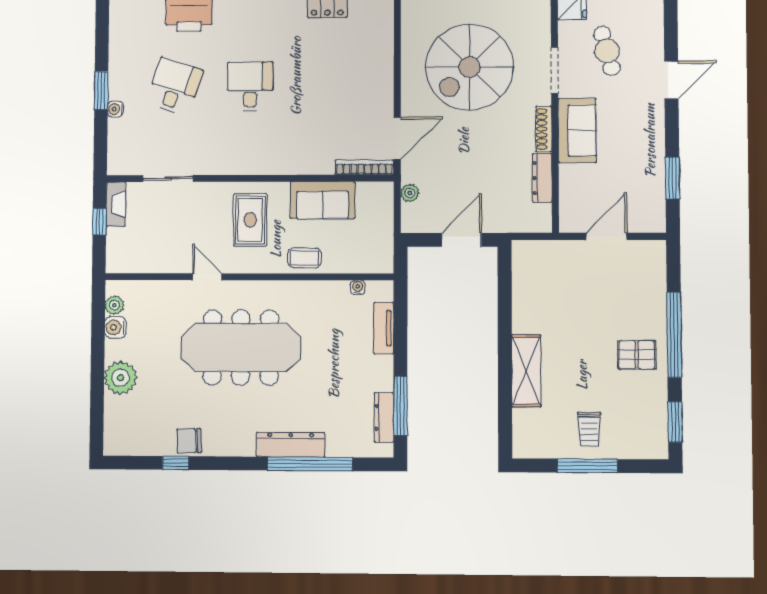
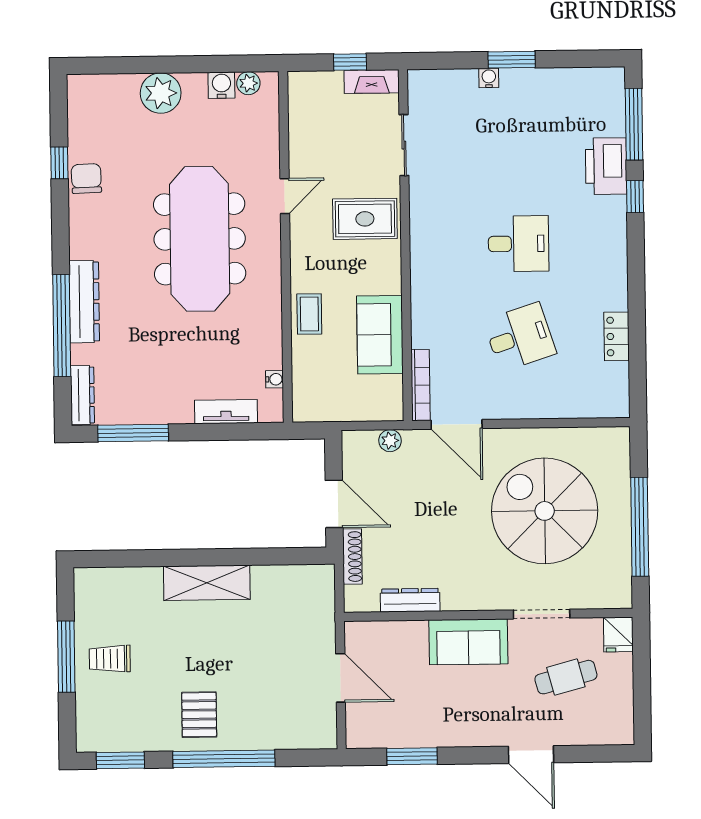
desk: (174, 87) -> (520, 337), moved, turned -36
shoe rack: (544, 129) -> (352, 557), moved, turned 90
rug: (250, 220) -> (365, 219), moved
shelving: (526, 371) -> (207, 583), moved
dresser: (384, 418) -> (82, 395), moved, turned 90

